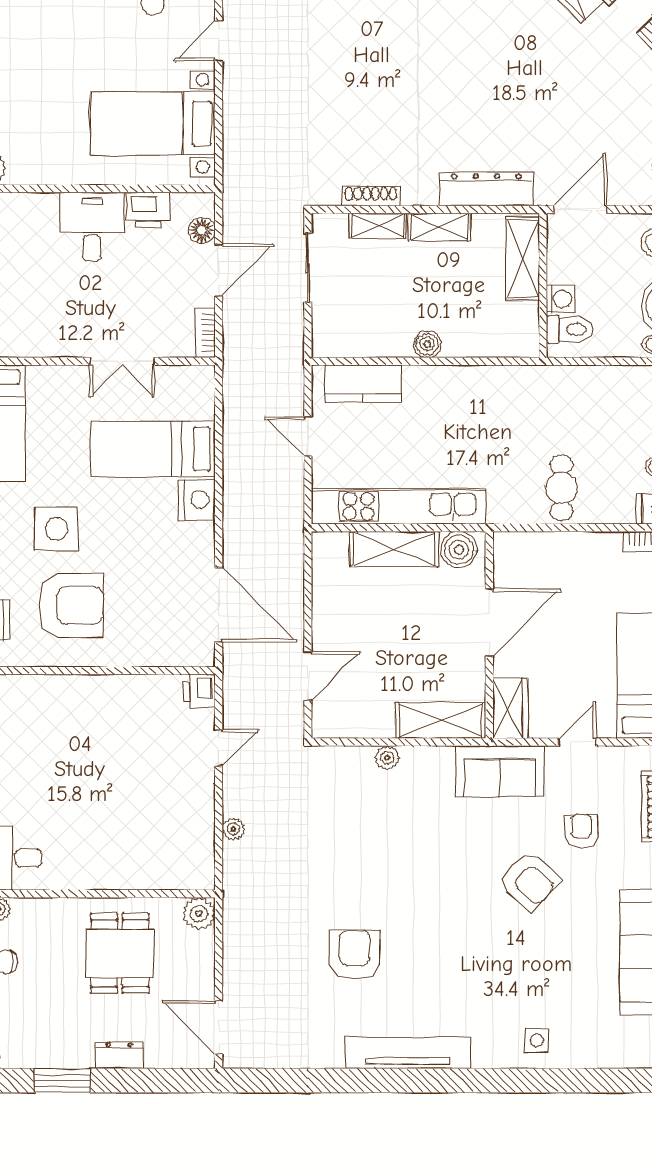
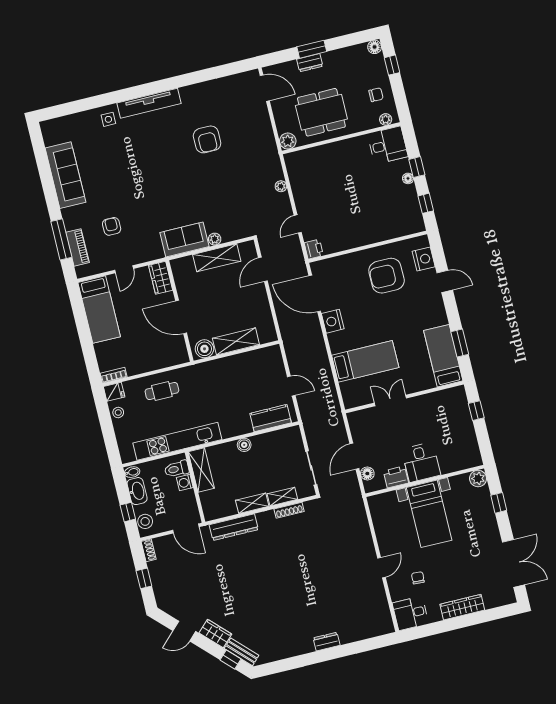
bed with nightstands: (153, 123) -> (429, 514), moved, turned 90
door: (580, 210) -> (186, 528), hinge flipped
shelving: (523, 259) -> (201, 470), moved
bookcase: (205, 333) -> (353, 424), removed
cafe table: (561, 488) -> (162, 391), turned 90
nightstand: (197, 500) -> (333, 321), moved
kitchen unit: (399, 506) -> (177, 441), moved, turned 180
side table: (56, 529) -> (403, 311), removed
door: (489, 622) -> (181, 317), hinge flipped
shelving: (441, 720) -> (217, 258), moved
sofa: (500, 771) -> (184, 240), moved
armchair: (581, 831) -> (112, 226), turned 180
armchair: (529, 881) -> (131, 196), removed
dining table: (120, 953) -> (321, 112), width x1.38
tv unit: (408, 1053) -> (149, 103), moved
window: (62, 1081) -> (312, 49), moved

